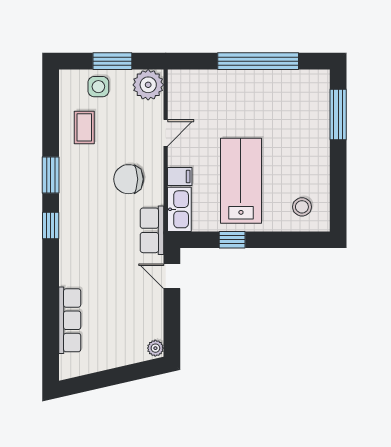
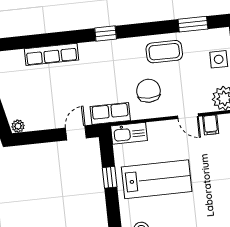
coffee table: (84, 127) -> (164, 52), moved, width x1.36, depth x1.30
window: (51, 175) -> (193, 24), moved
filing cabinet: (180, 177) -> (211, 125), moved
row of seats: (70, 320) -> (51, 54), moved

